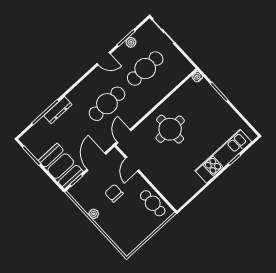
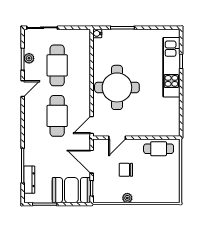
dresser: (58, 110) -> (29, 180), moved
round table: (170, 129) -> (117, 87), width x1.36, depth x1.36
door: (124, 136) -> (92, 125), hinge flipped
door: (132, 164) -> (117, 138), hinge flipped

